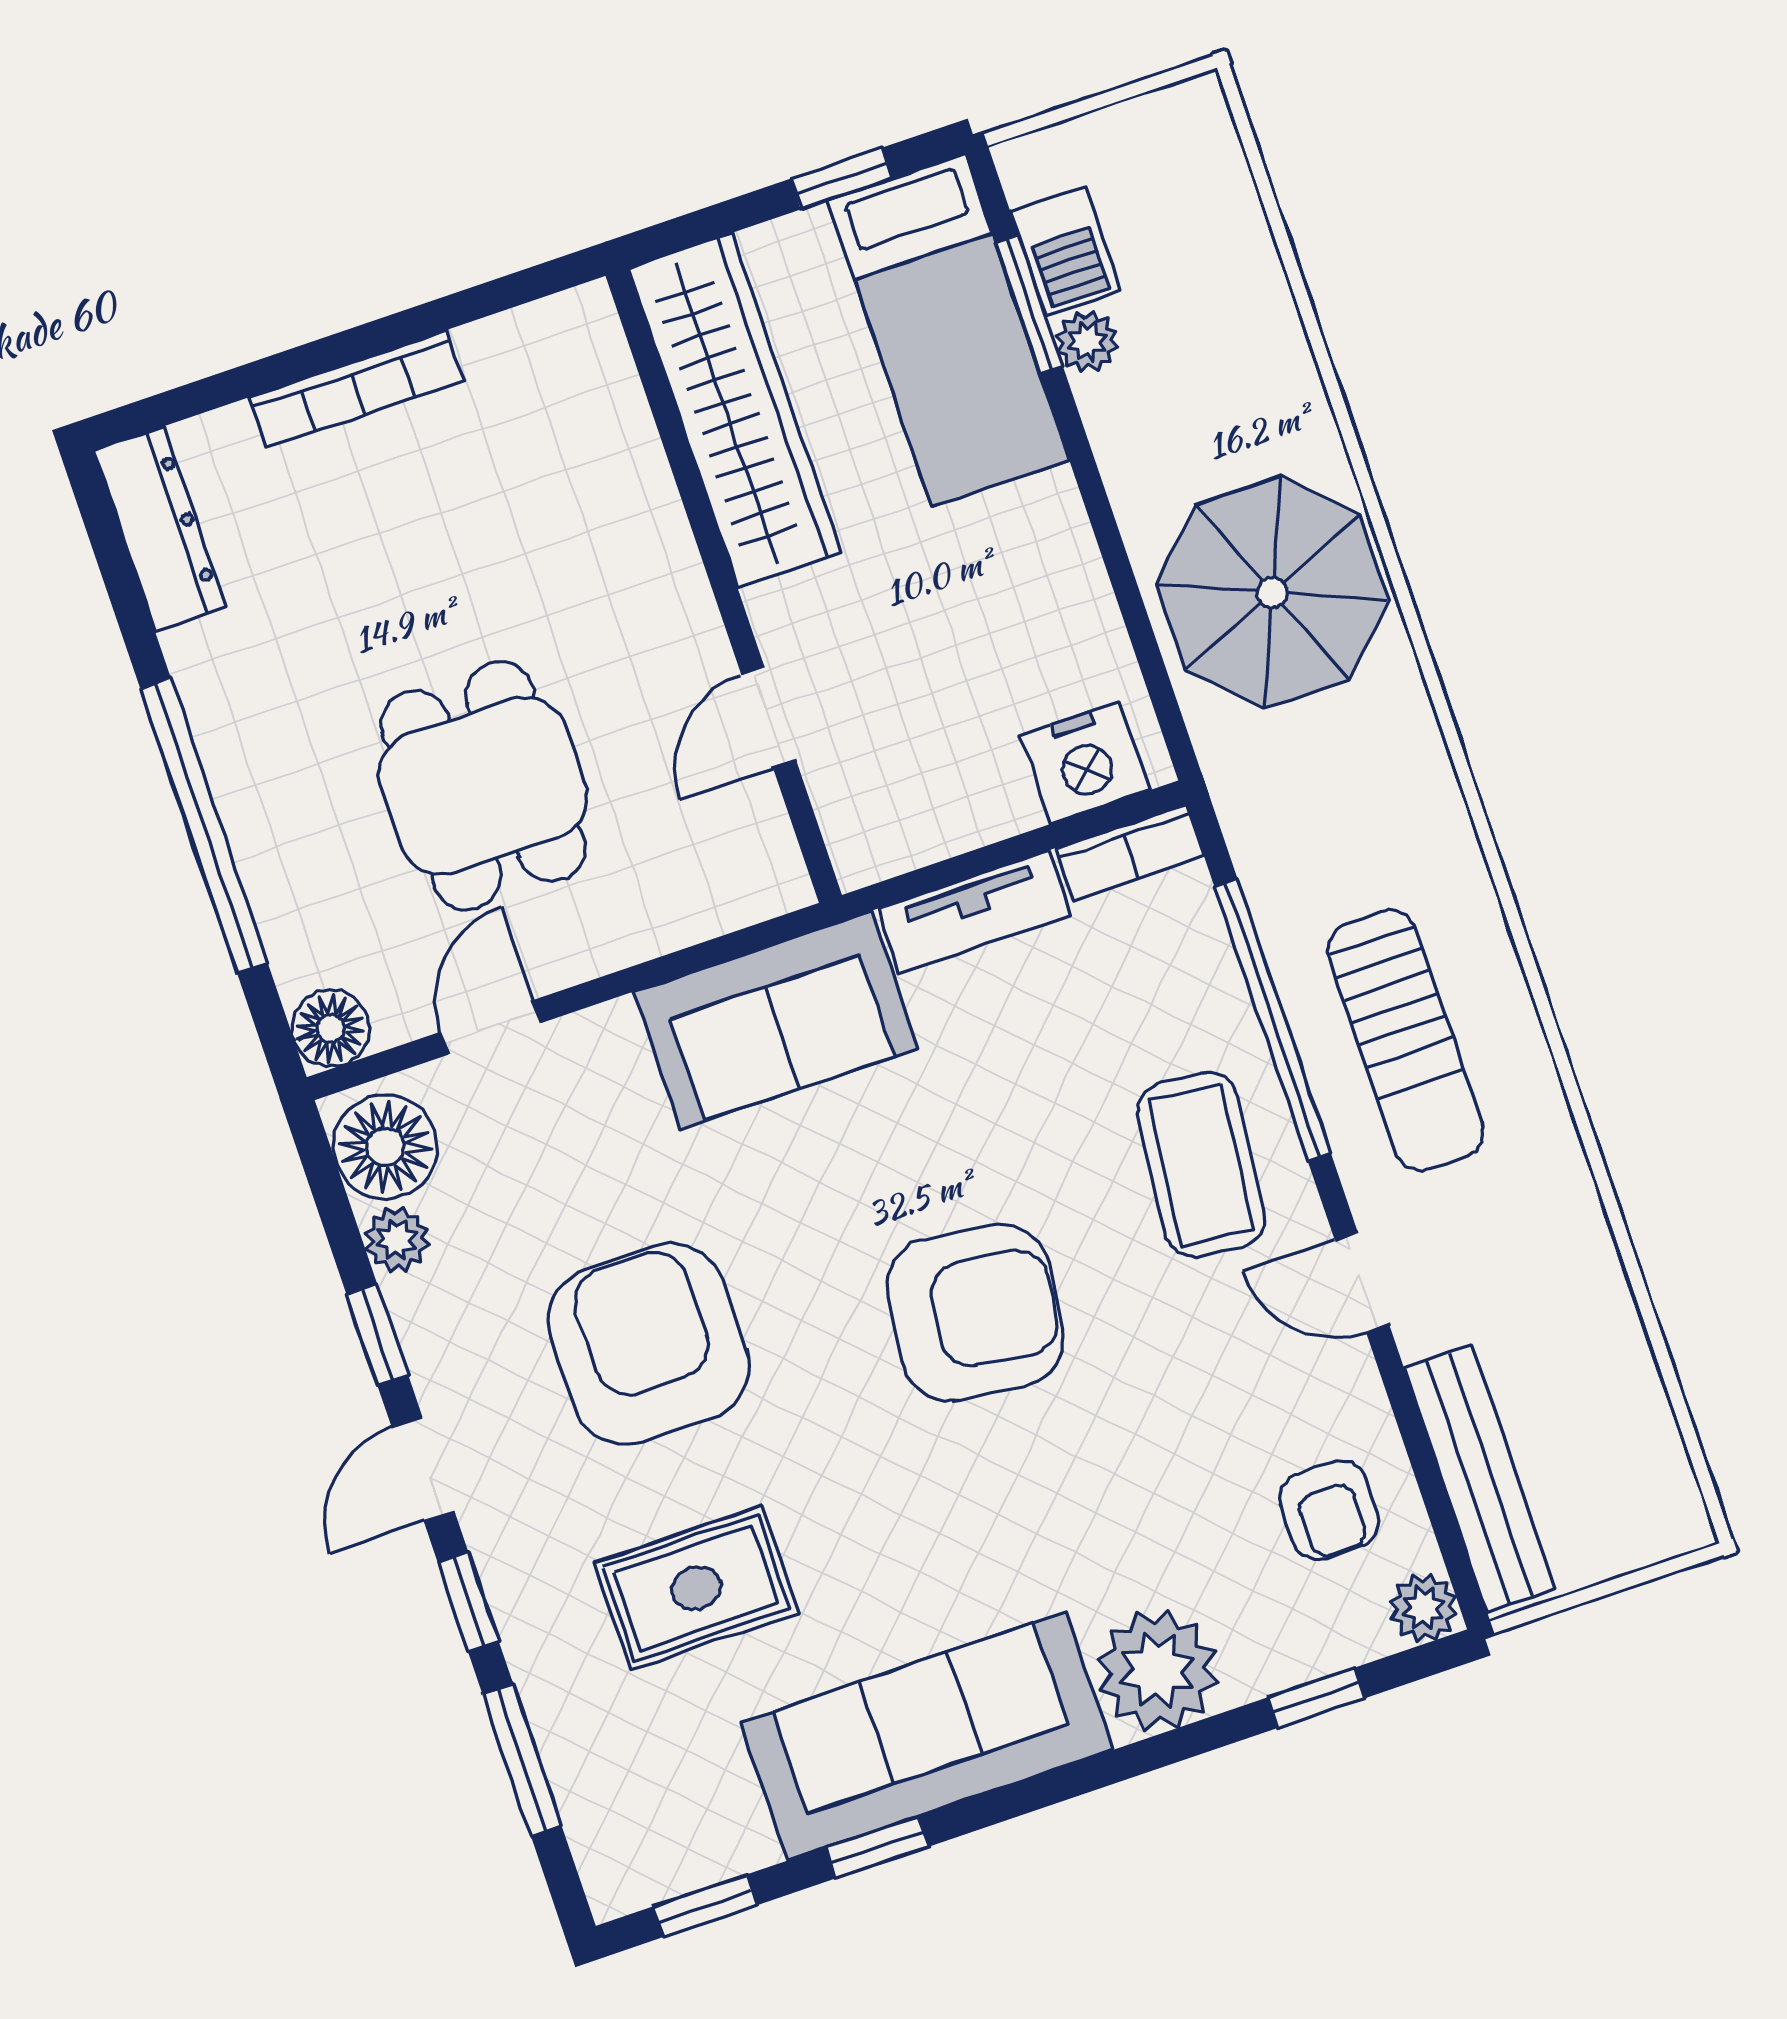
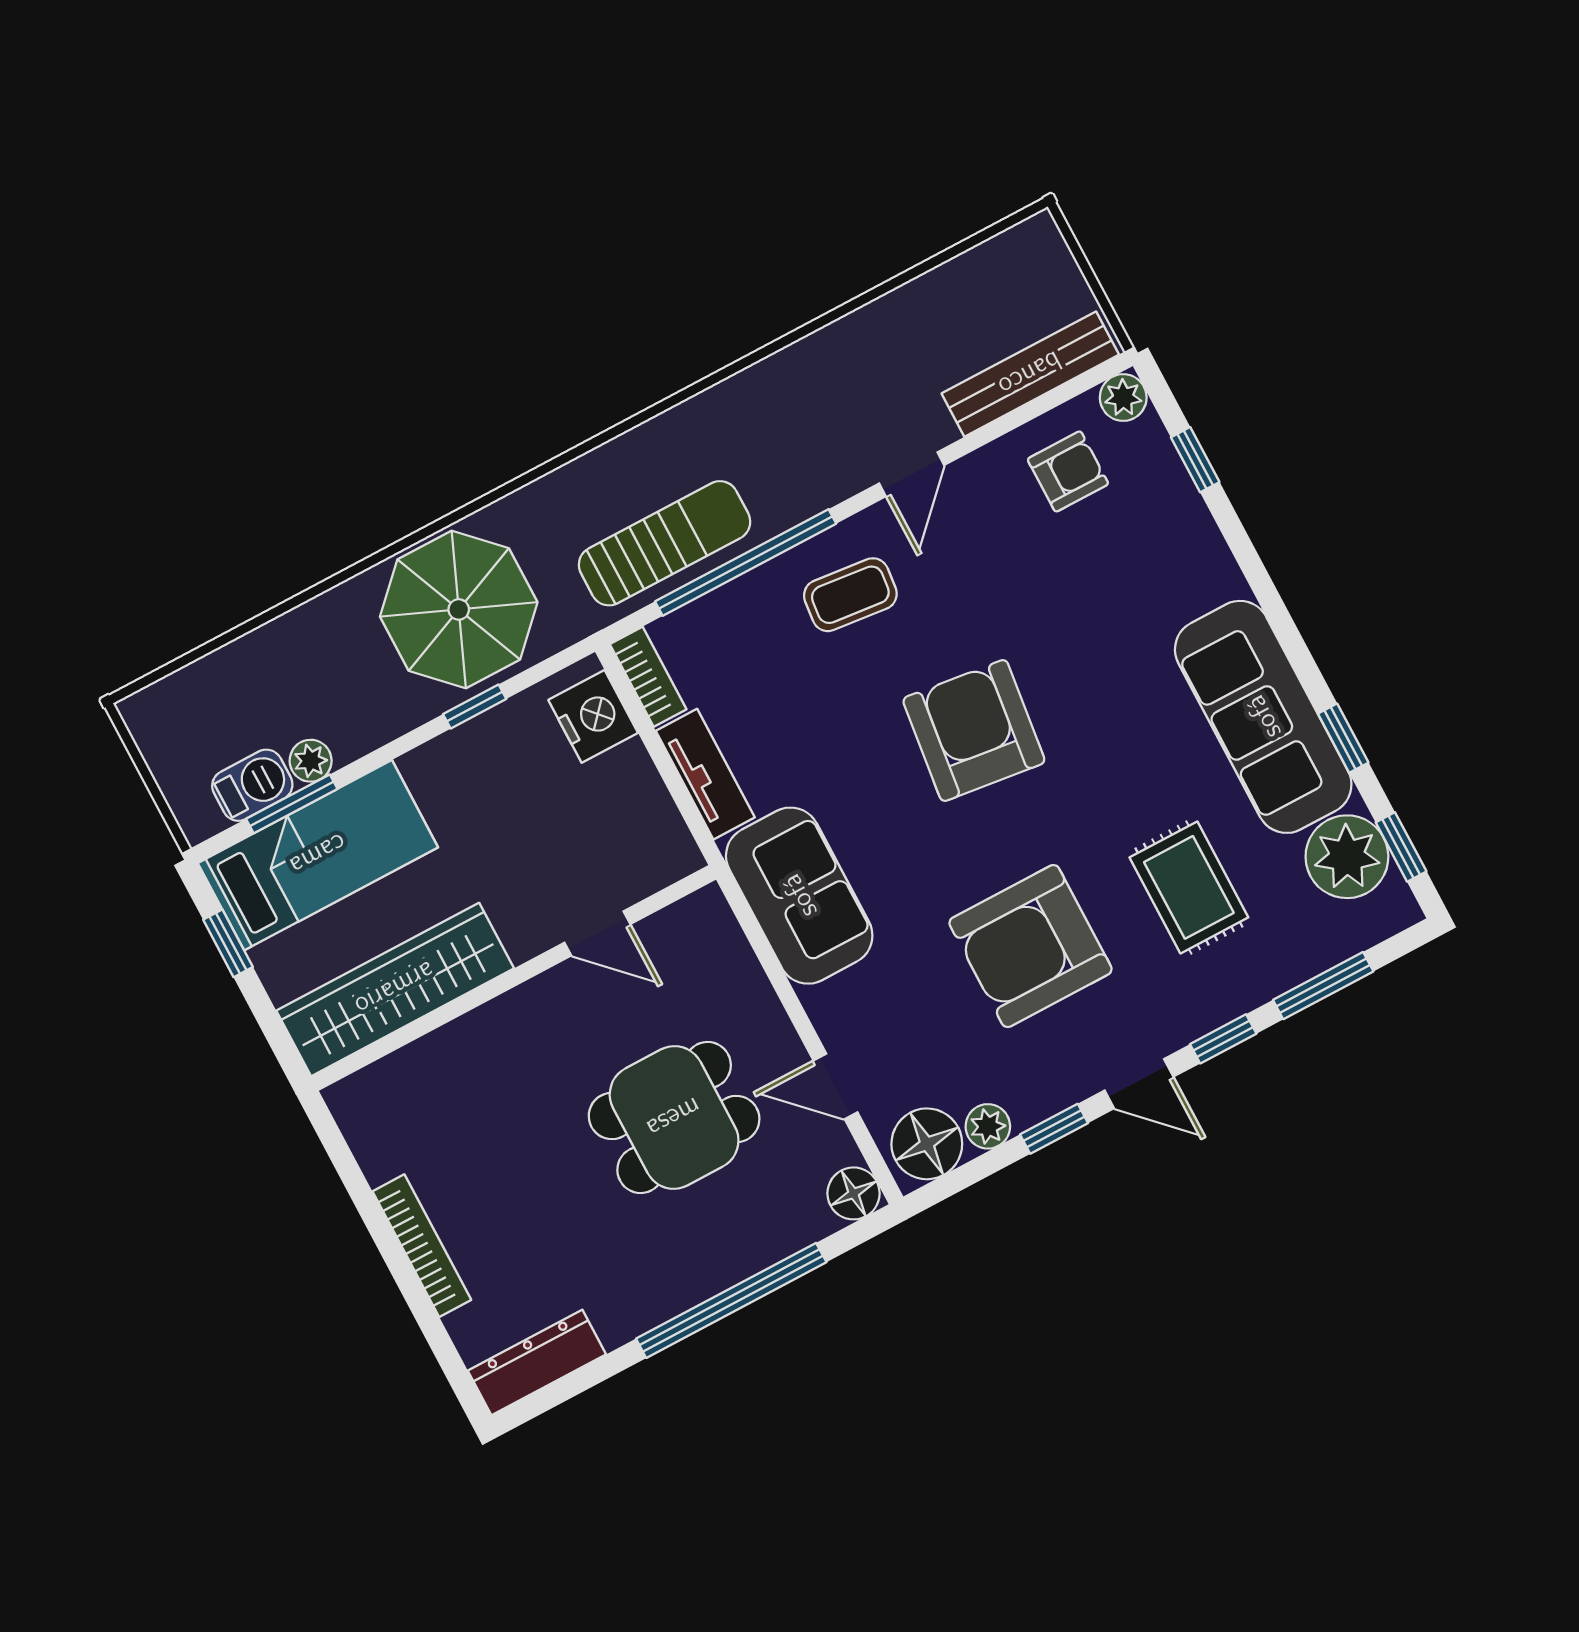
window: (1127, 593) -> (475, 707), added
sun lounger: (1406, 1040) -> (665, 543), moved
coffee table: (1201, 1165) -> (850, 595), width x0.73, depth x0.77
plant: (1157, 1670) -> (1347, 857), moved

